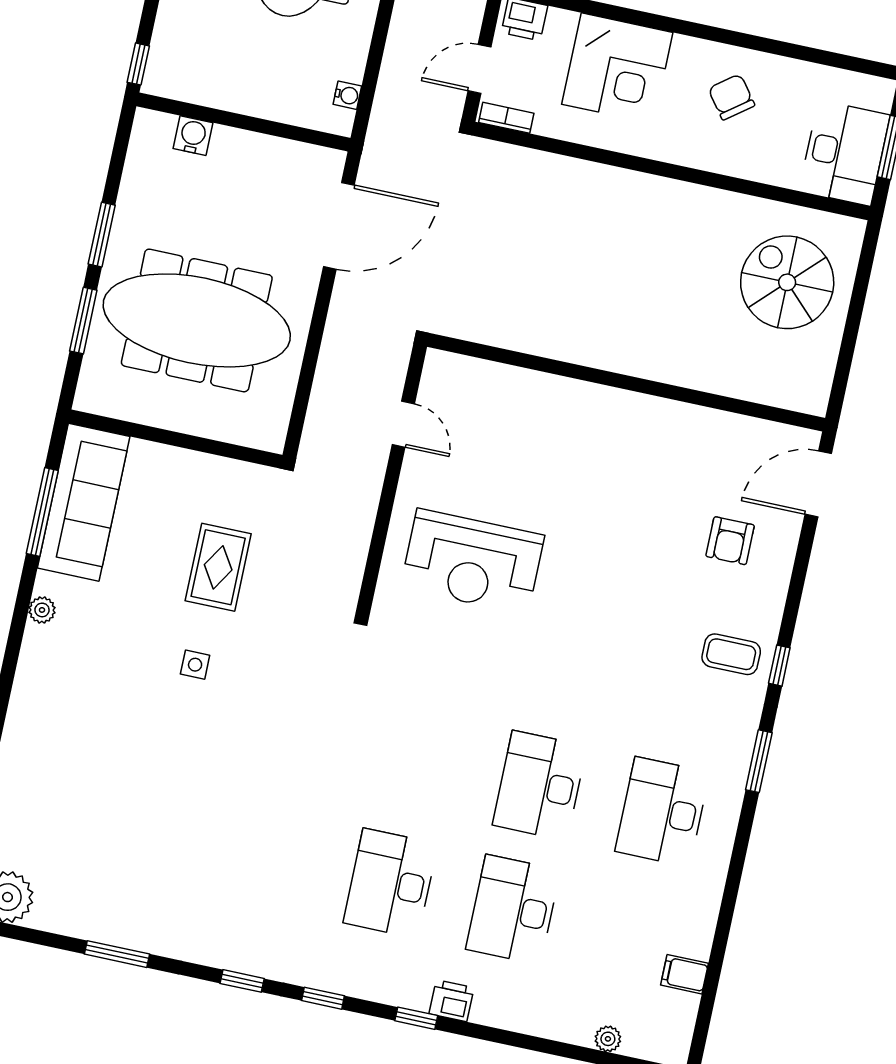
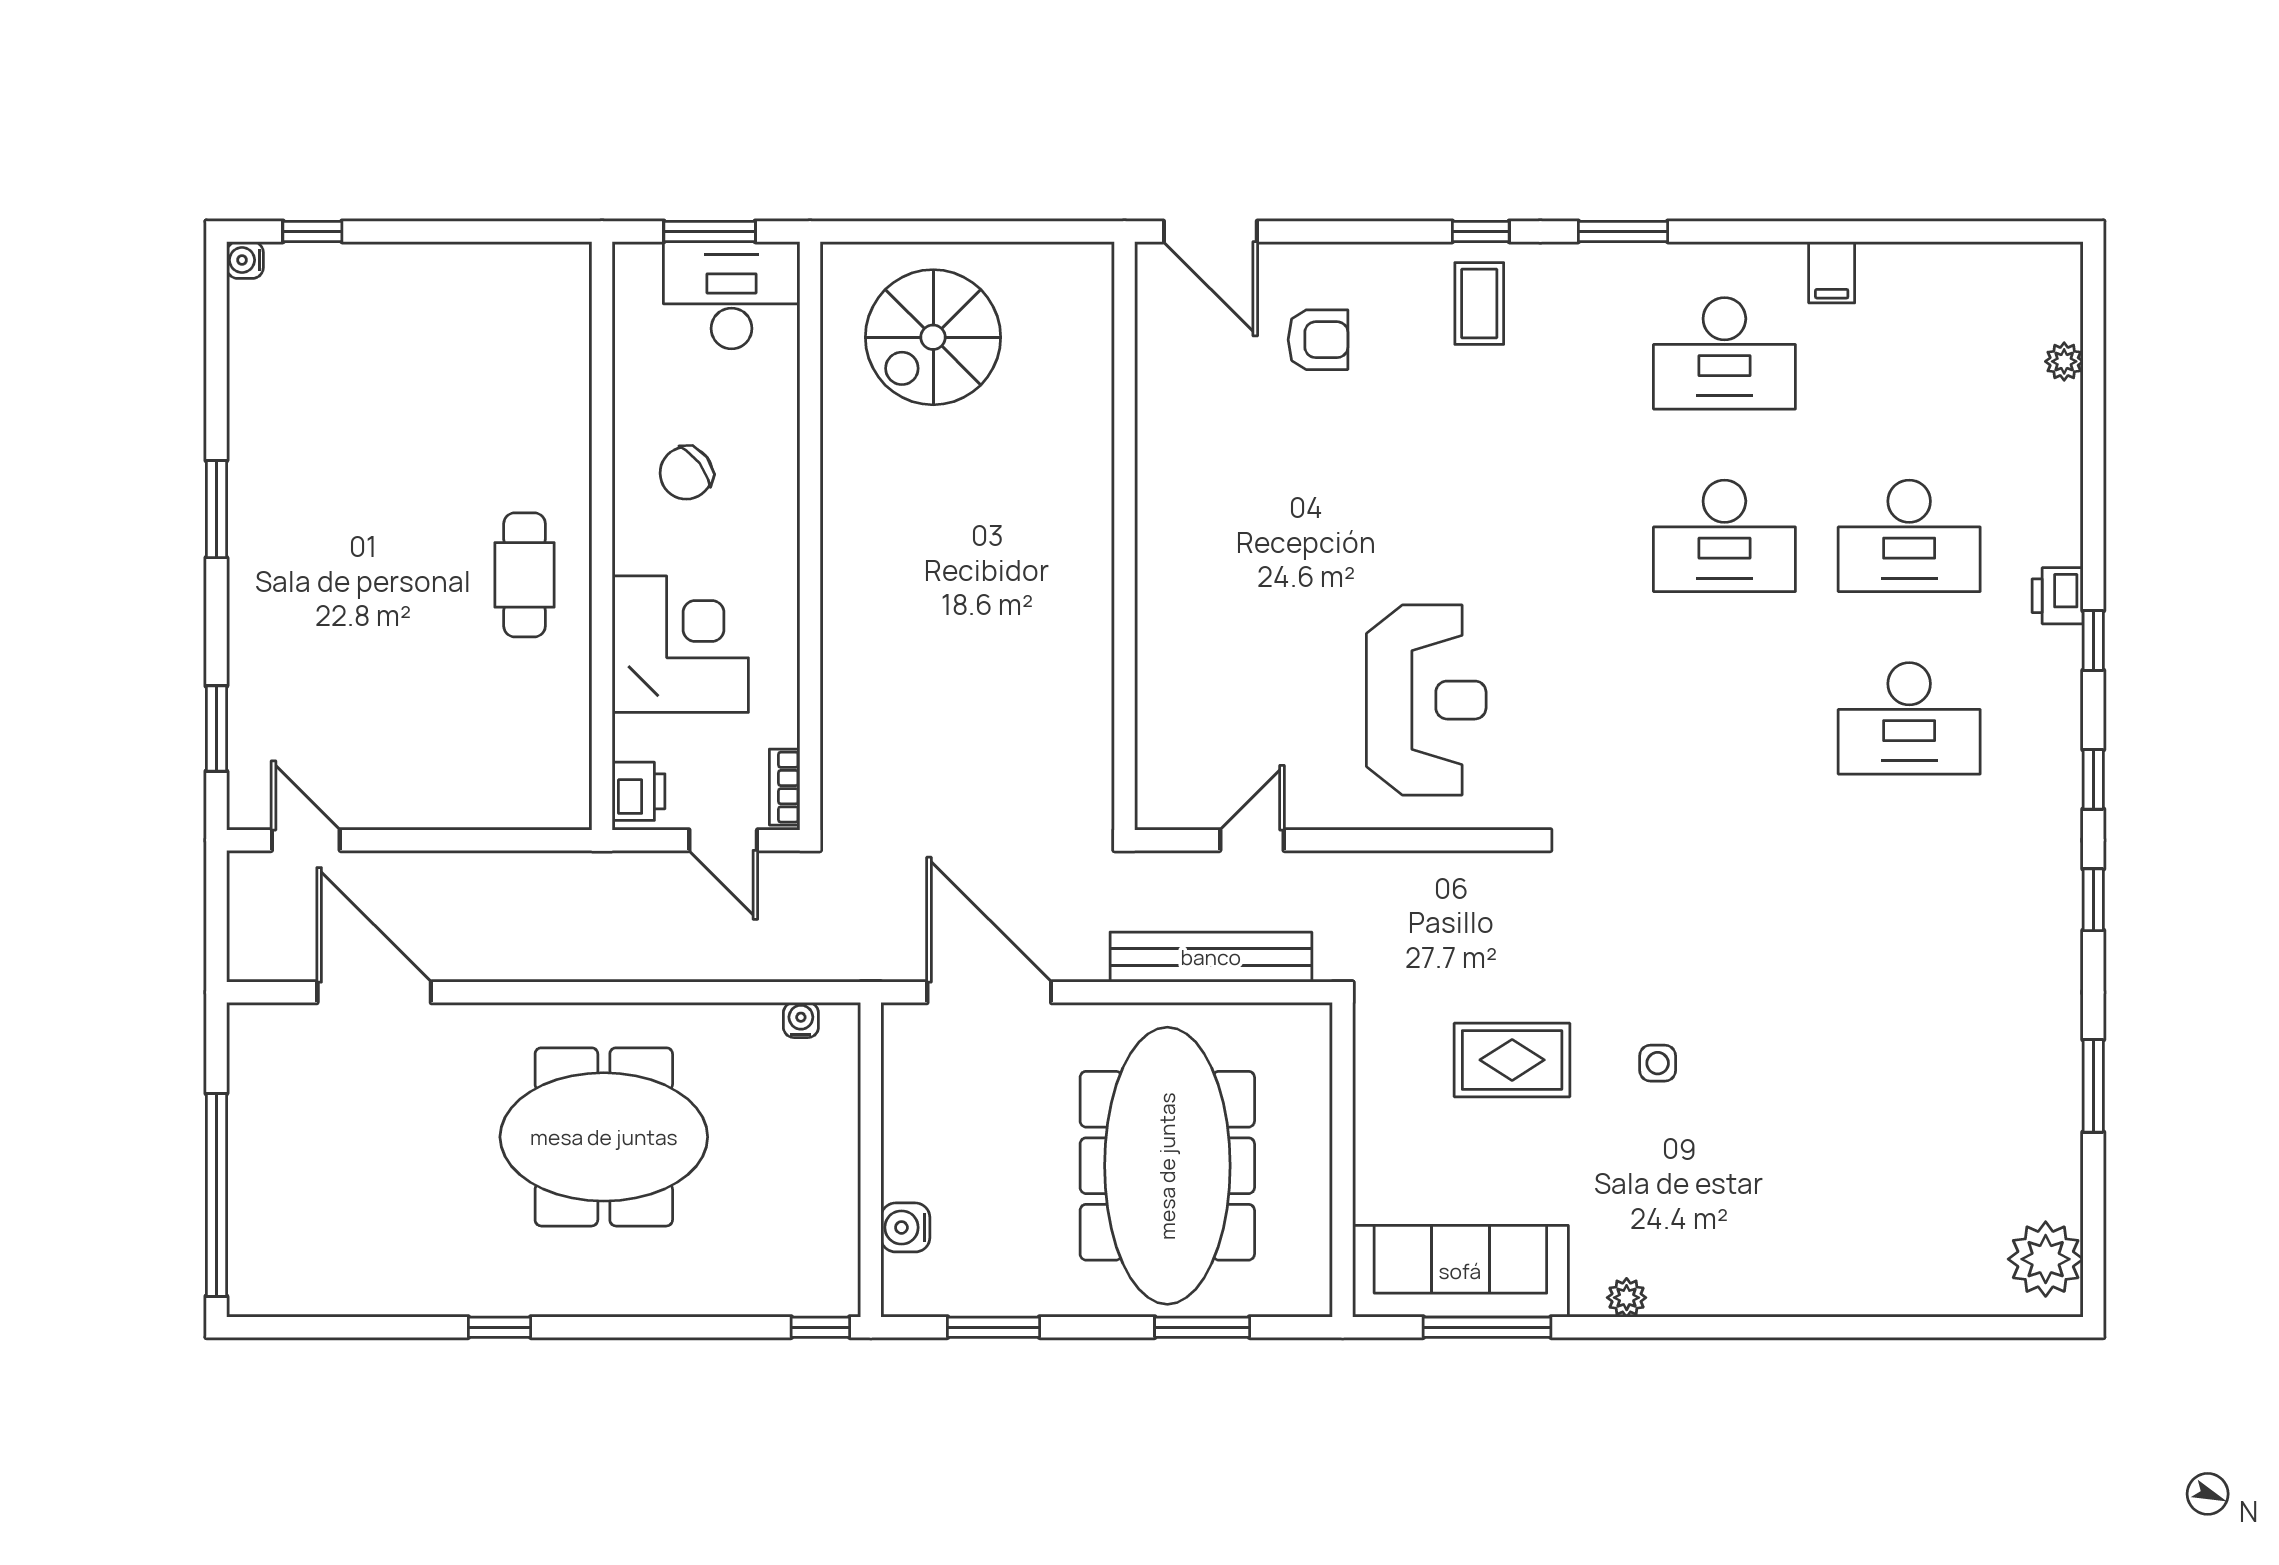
window: (102, 235) -> (994, 1327), moved
bench: (331, 380) -> (1211, 957), added
filing cabinet: (685, 974) -> (1832, 272), moved

